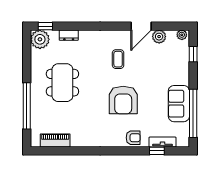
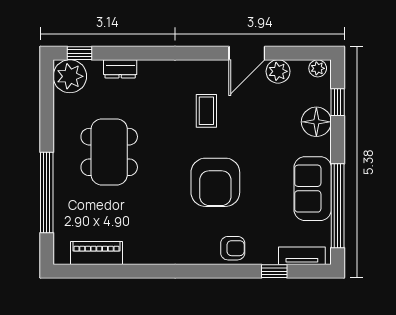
floor lamp: (181, 65) -> (316, 122), added
tv unit: (162, 142) -> (302, 256), moved

